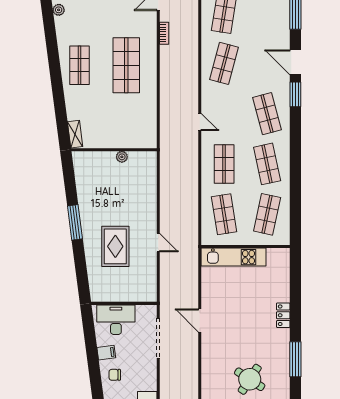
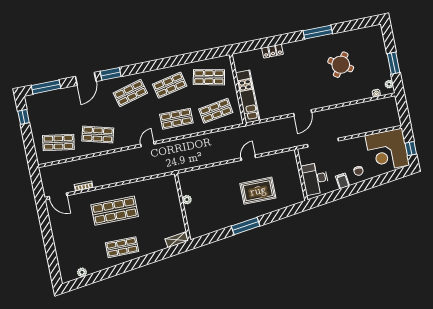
locker: (283, 315) -> (273, 51), moved

